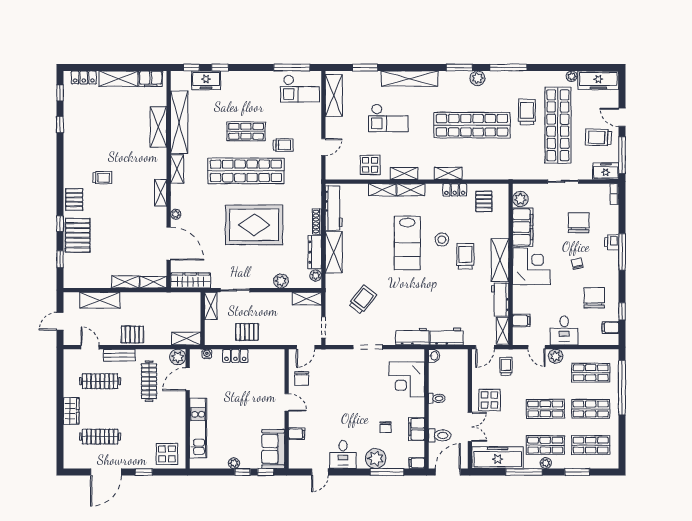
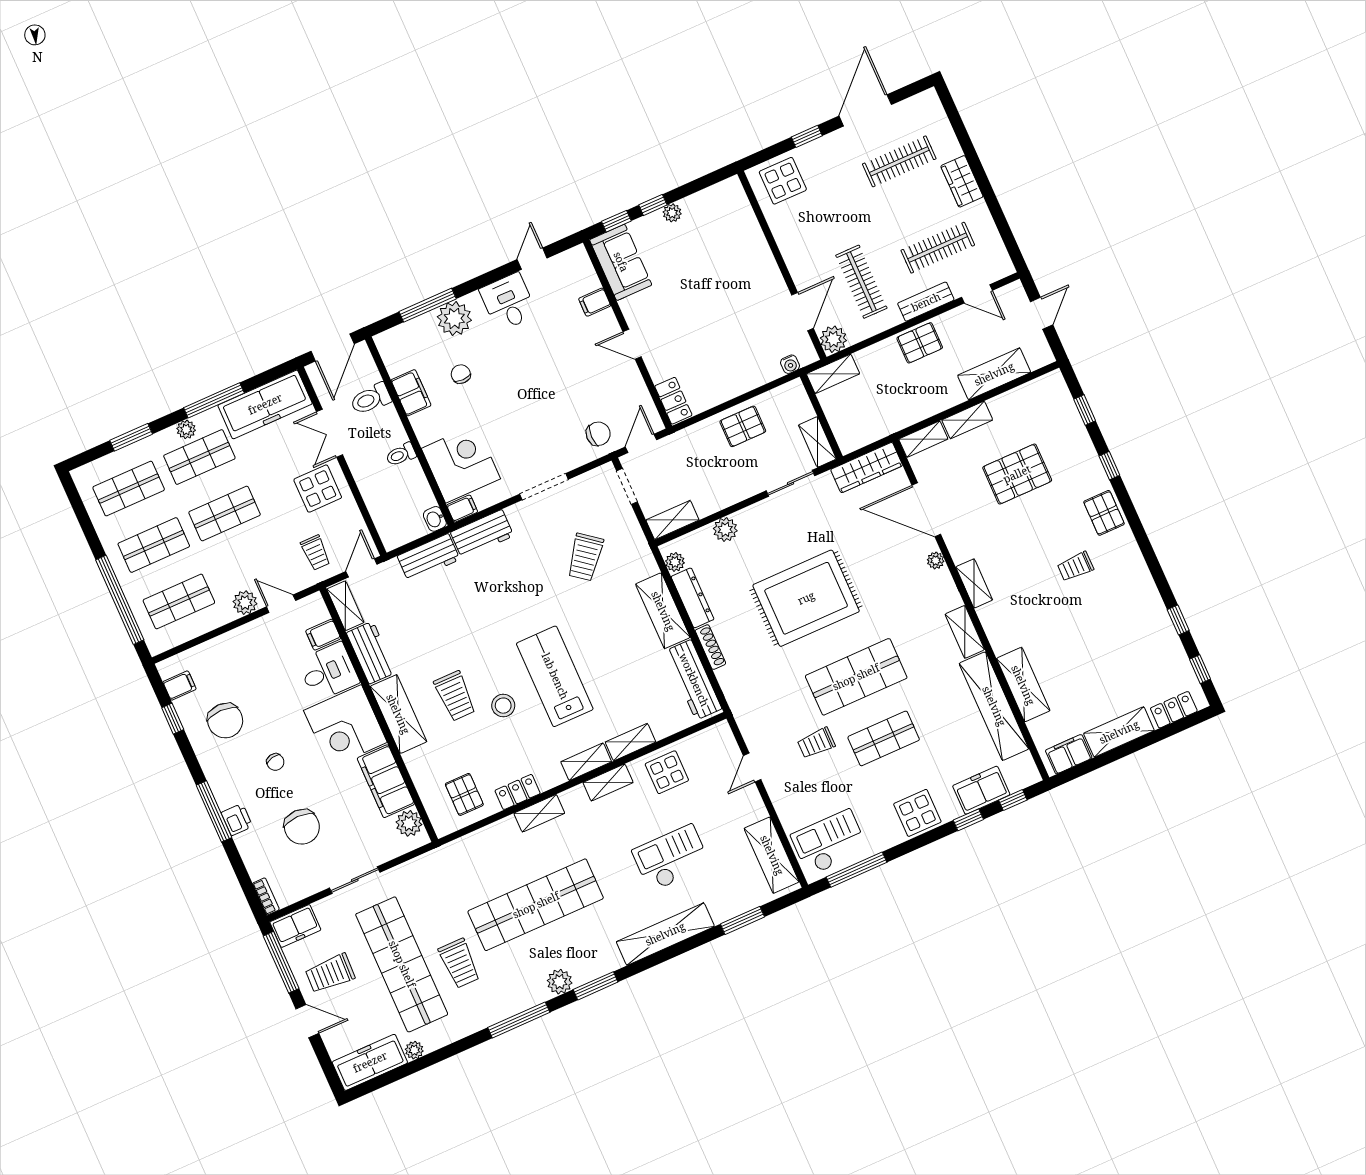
display table: (246, 83) -> (917, 813), added
trolley: (598, 137) -> (330, 973), turned 180
shop shelf: (246, 171) -> (856, 677), width x0.71
pallet: (78, 235) -> (1017, 474), moved, turned 90
desk: (564, 330) -> (328, 672), moved, turned 90
locker: (235, 356) -> (673, 401), moved, turned 90
chair: (302, 379) -> (598, 434), moved, turned 90
kitchen unit: (198, 428) -> (752, 243), removed
filing cabinet: (417, 463) -> (462, 509), moved

